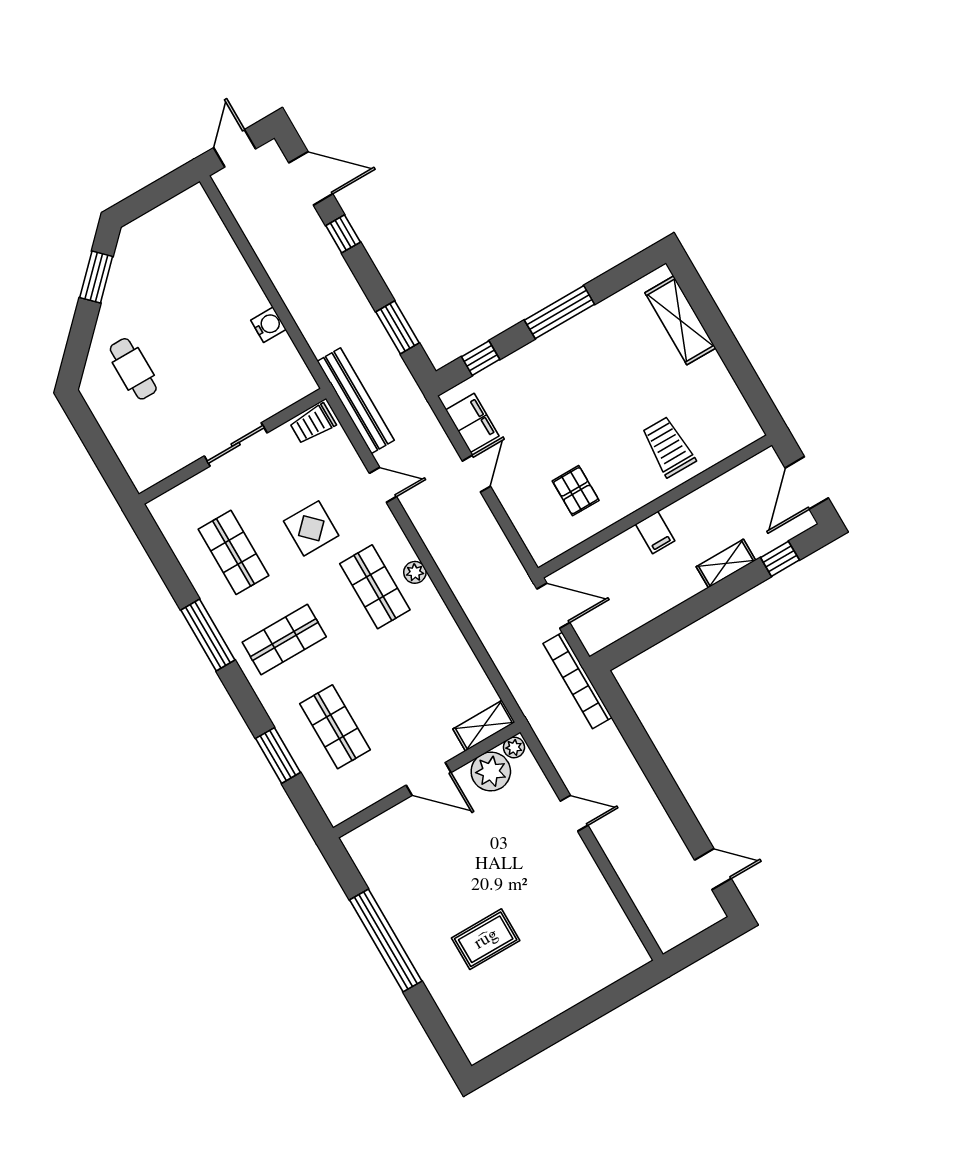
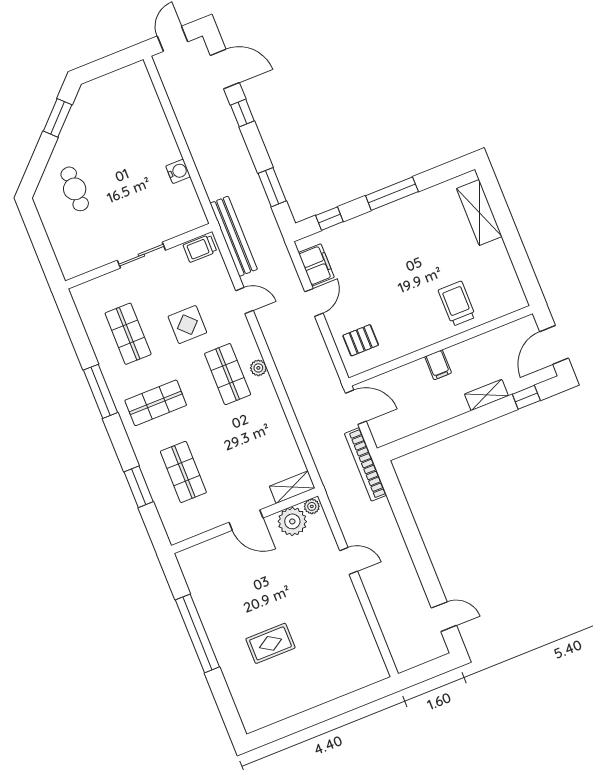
pallet: (576, 491) -> (361, 340), moved, turned 90

